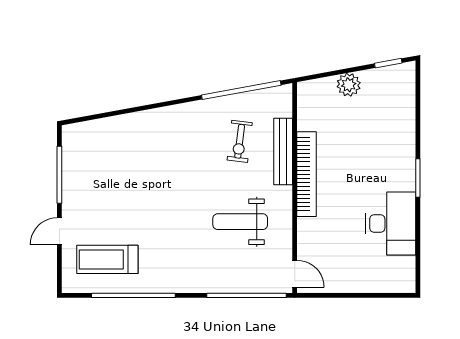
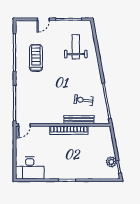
plant: (349, 85) -> (111, 162), moved
weight bench: (240, 222) -> (76, 47), moved
desk: (391, 224) -> (30, 168), moved
door: (59, 231) -> (43, 19), swing flipped
treadmill: (107, 259) -> (36, 58), moved

